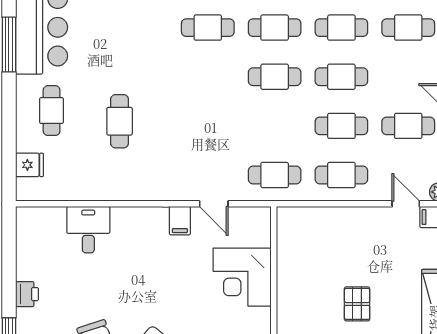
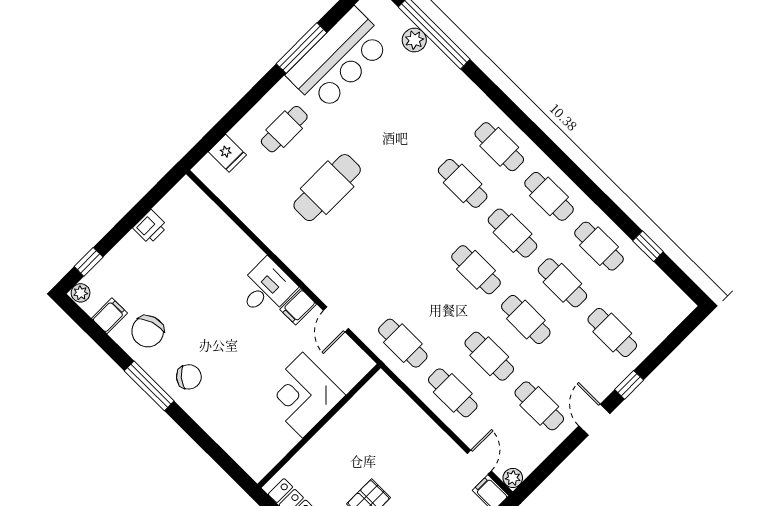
cafe table: (120, 121) -> (327, 188), width x1.37, depth x1.35
desk: (88, 230) -> (266, 288), moved
printer: (27, 294) -> (150, 227), moved

